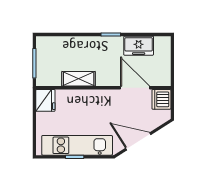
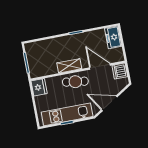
freezer: (139, 46) -> (113, 37), moved, turned 90
shelving: (79, 79) -> (69, 66), moved
cafe table: (97, 102) -> (75, 82), added

